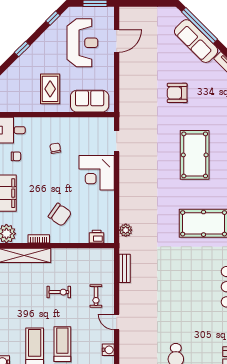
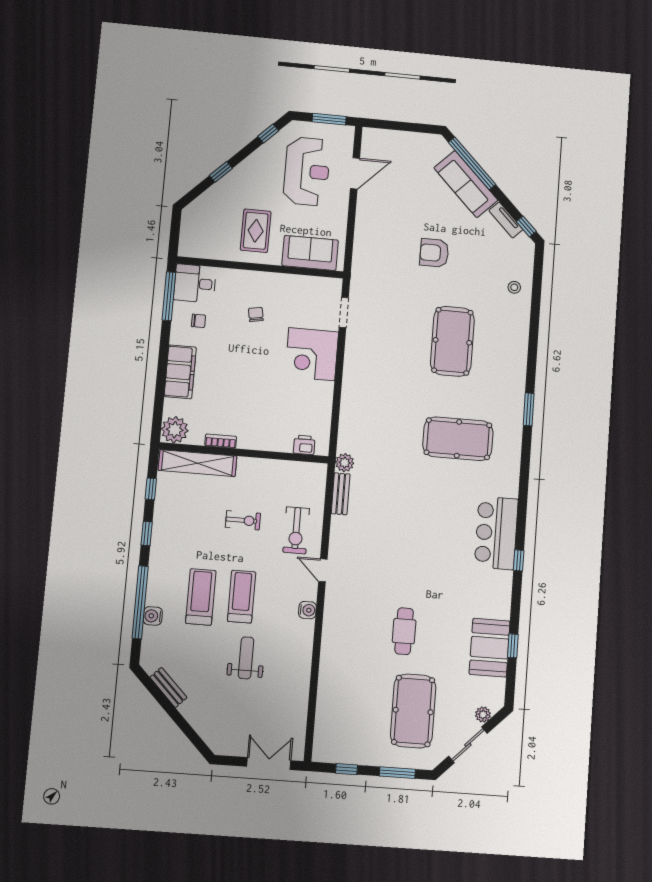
chair: (60, 215) -> (254, 409), removed
plant: (126, 230) -> (345, 463), moved
exercise bike: (96, 296) -> (296, 530), width x1.38, depth x1.39

